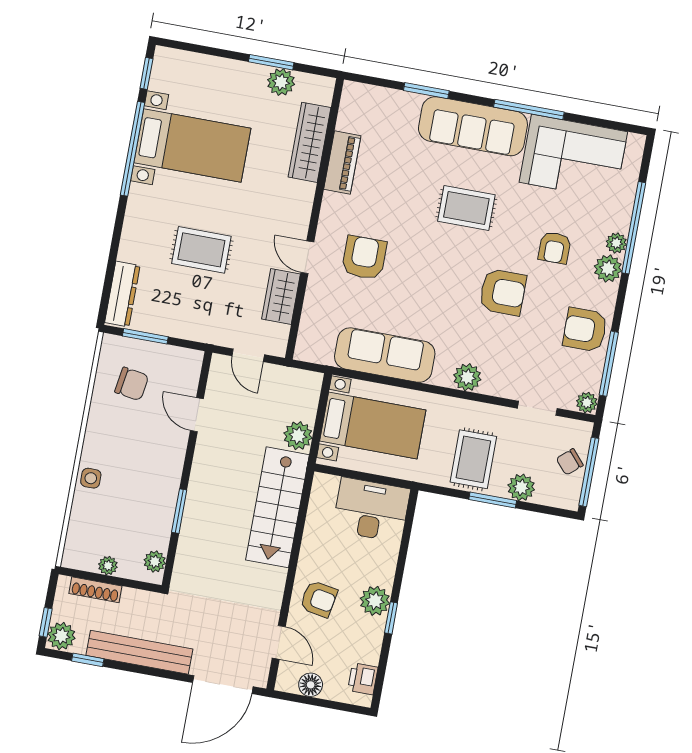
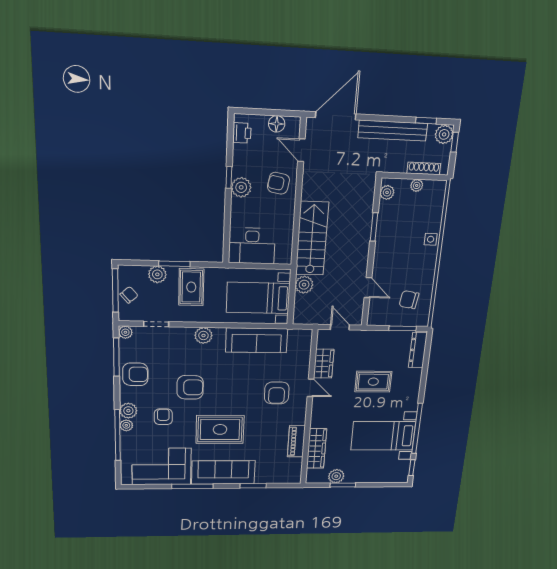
rug: (466, 208) -> (220, 429), width x1.36, depth x1.43
armchair: (503, 292) -> (190, 387), turned 180

